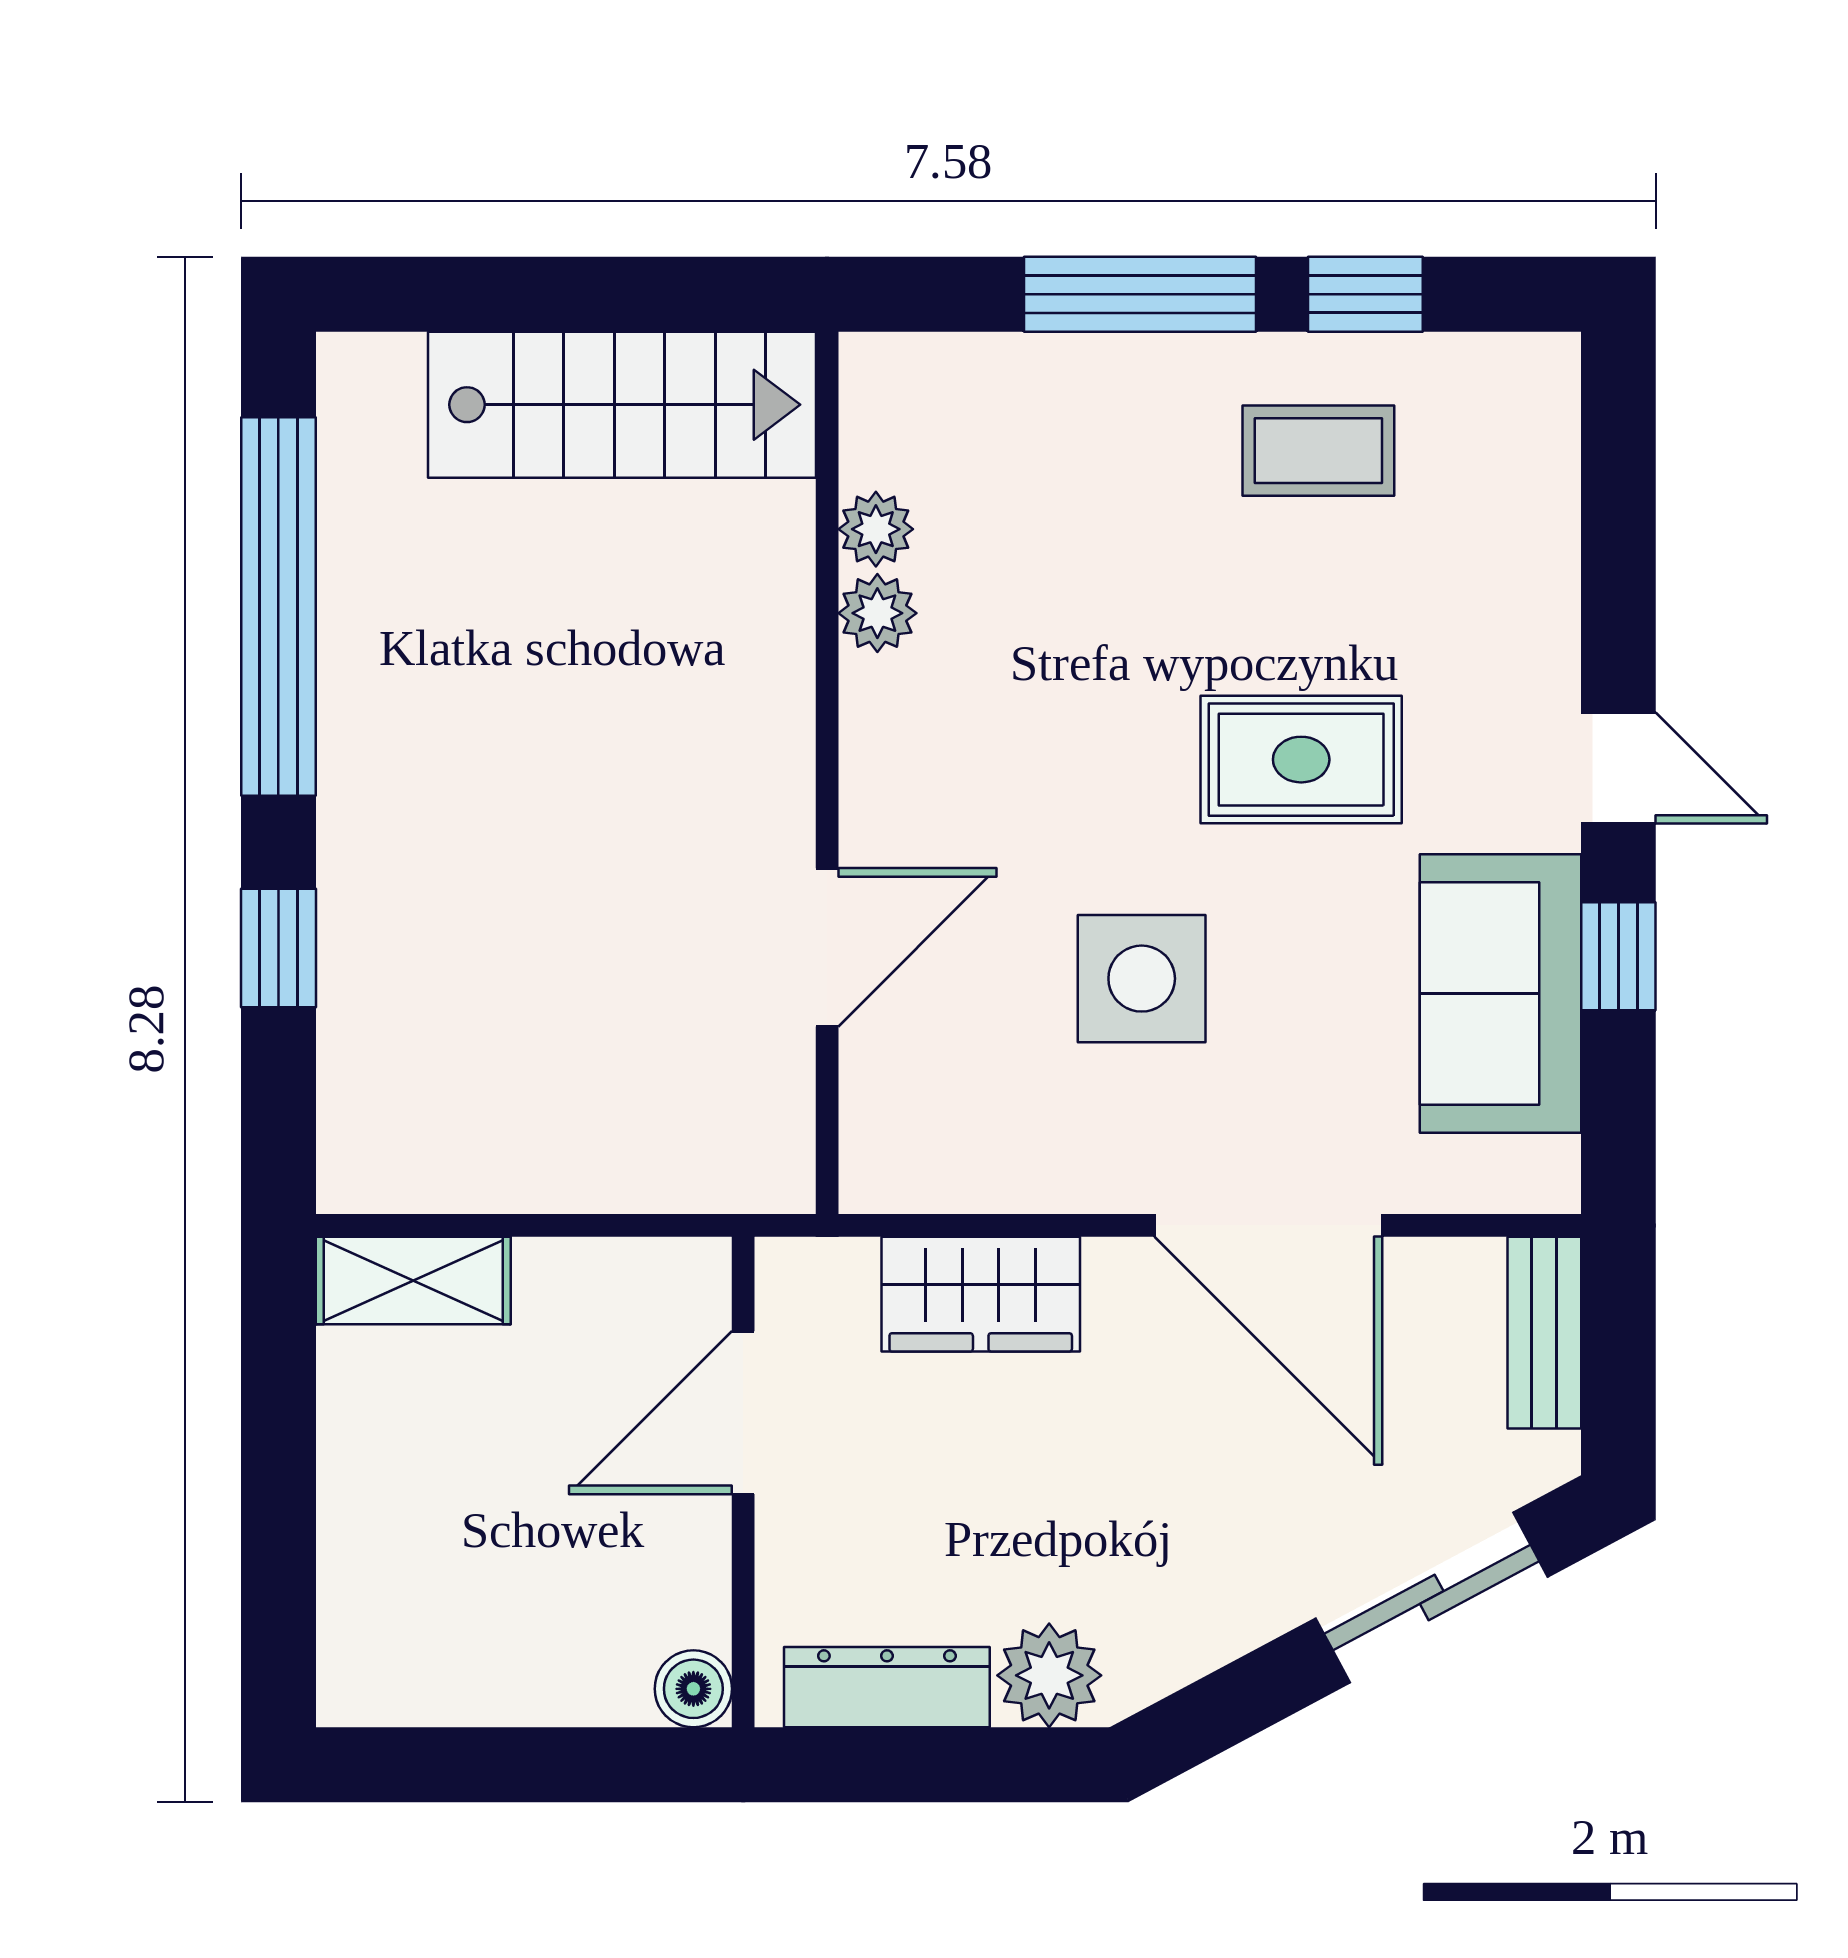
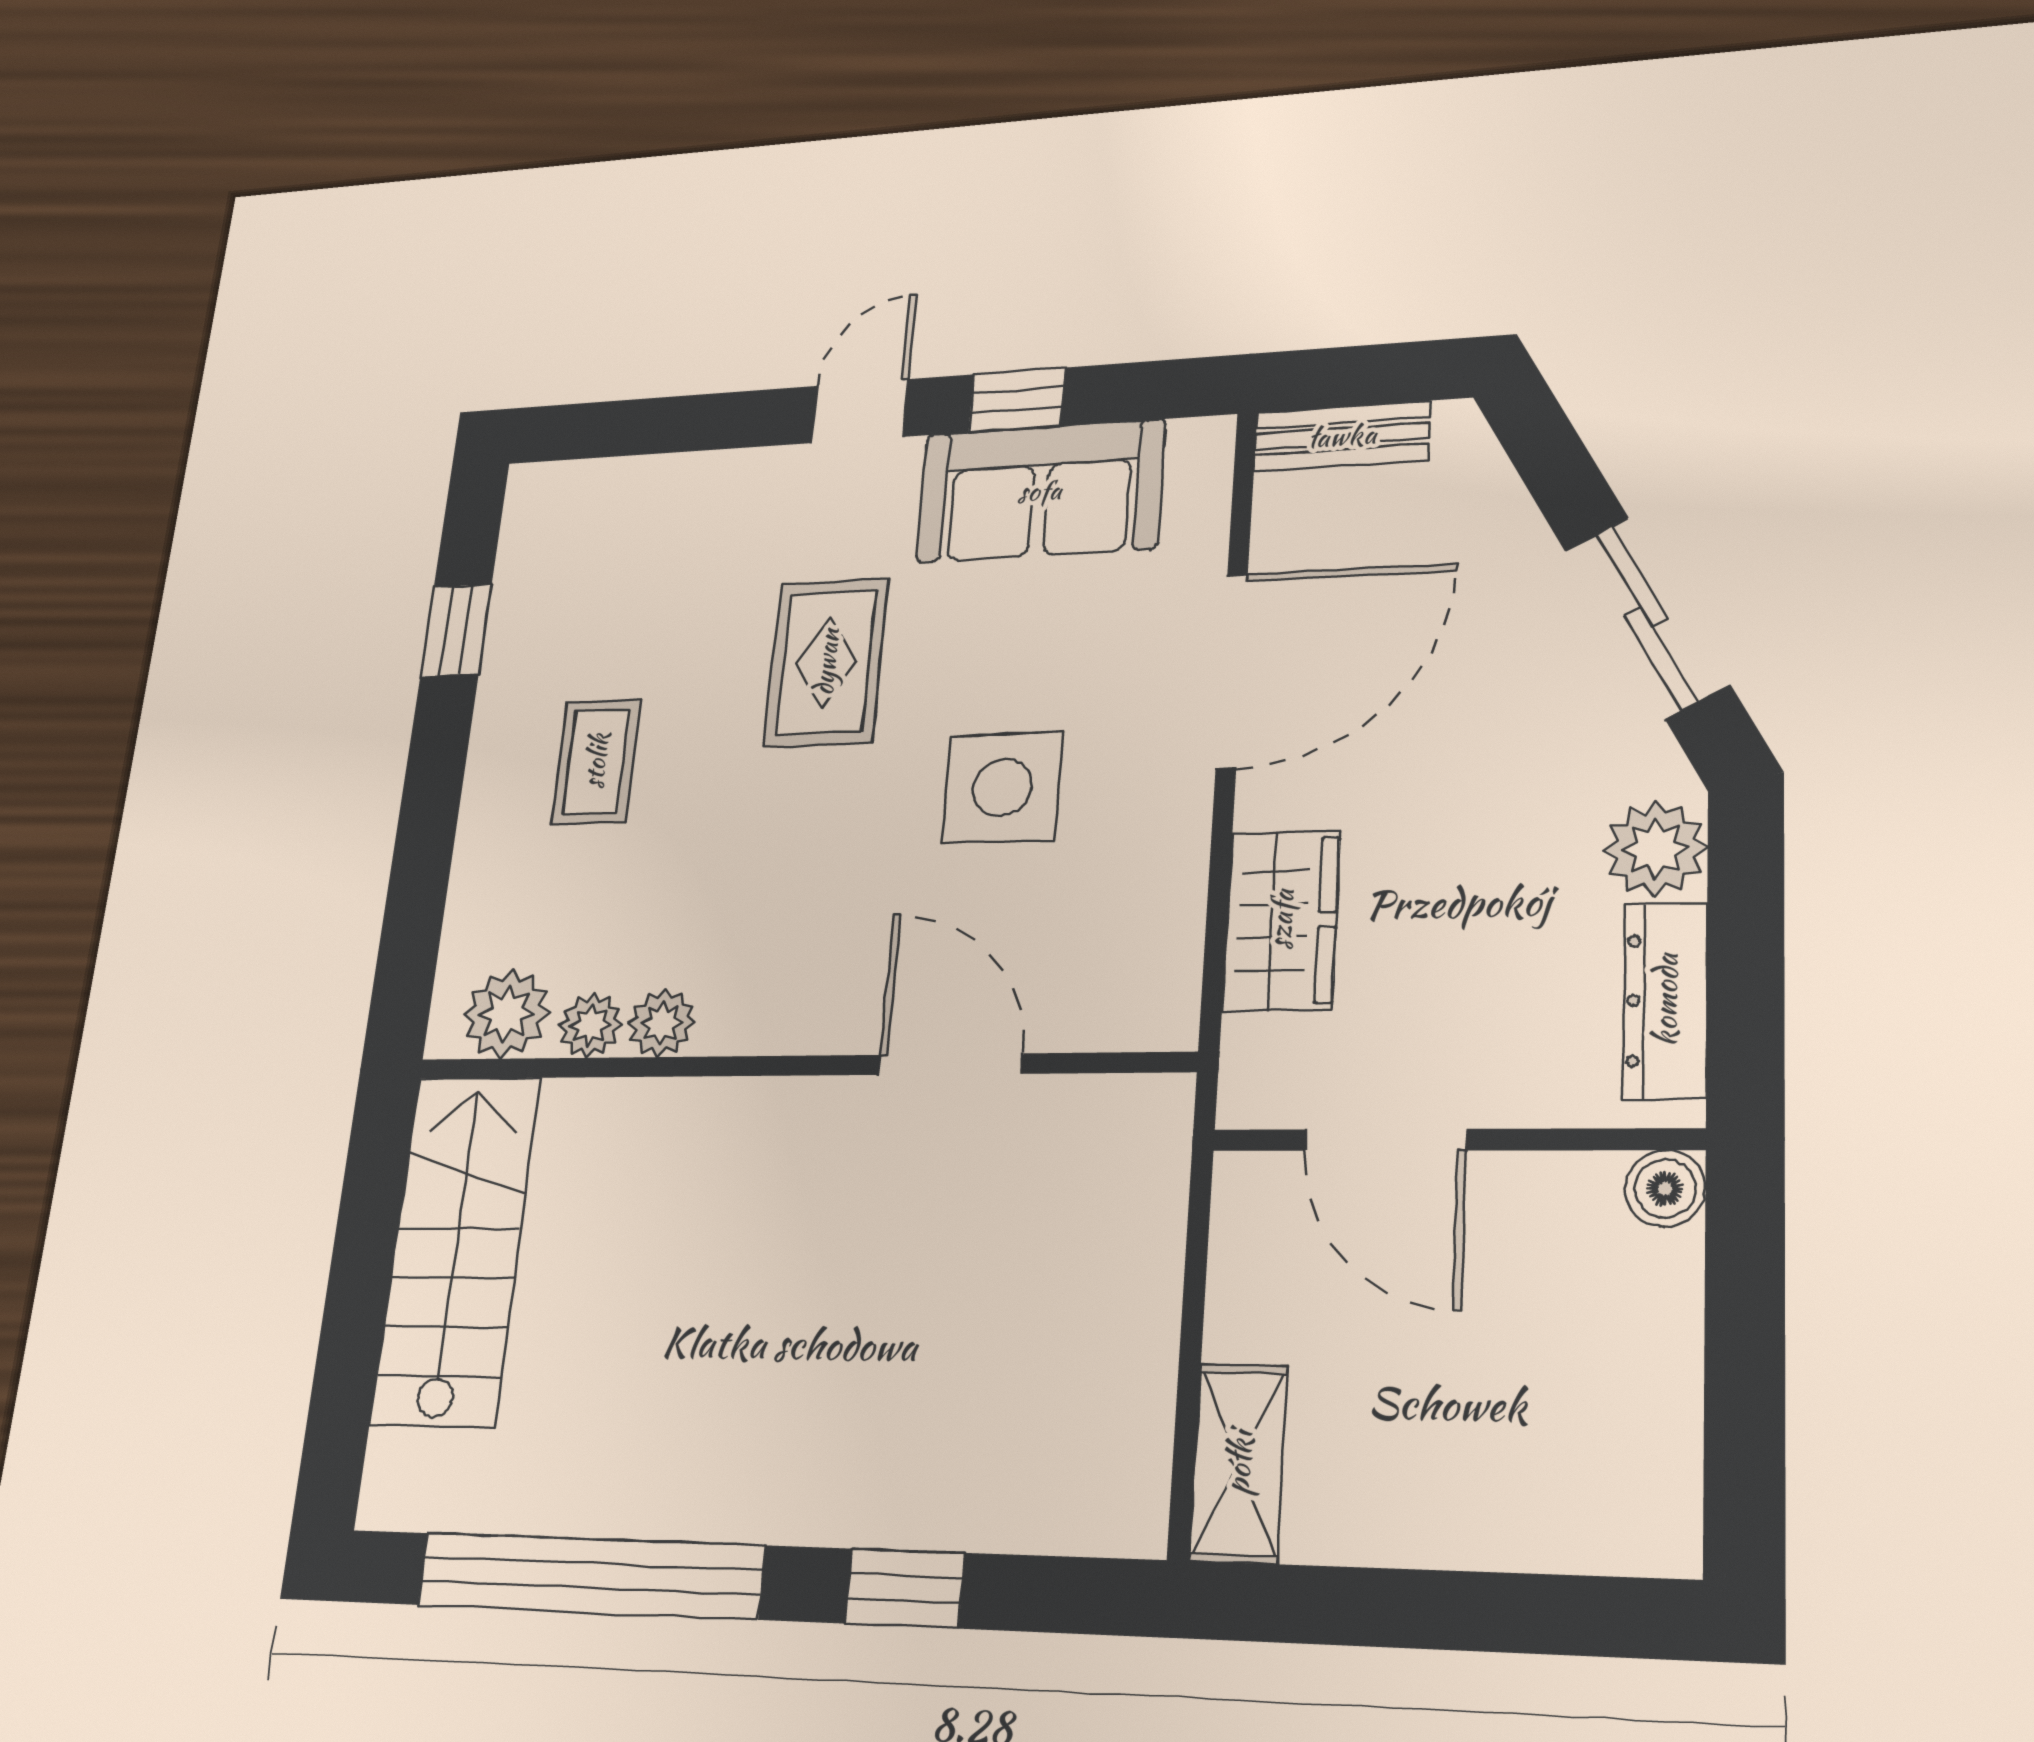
window: (1140, 294) -> (429, 809), removed
plant: (891, 426) -> (506, 1014), added
coffee table: (1318, 451) -> (596, 761), moved
sliding door: (1432, 1598) -> (1646, 617), moved

